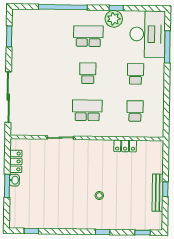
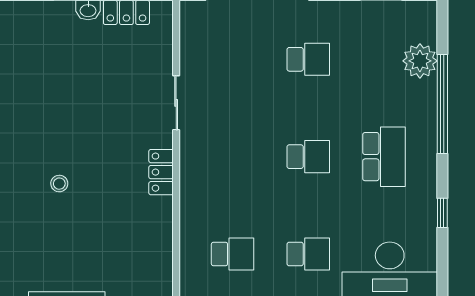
plant: (114, 19) -> (420, 61), moved
school desk: (87, 110) -> (308, 59), moved, width x0.54
locker: (125, 146) -> (161, 172), moved

